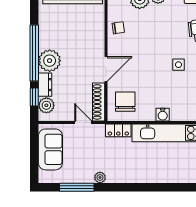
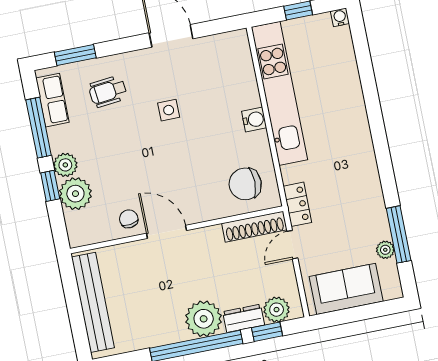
door: (106, 69) -> (167, 232), moved
locker: (118, 130) -> (297, 204), moved
plant: (100, 177) -> (385, 250), moved

